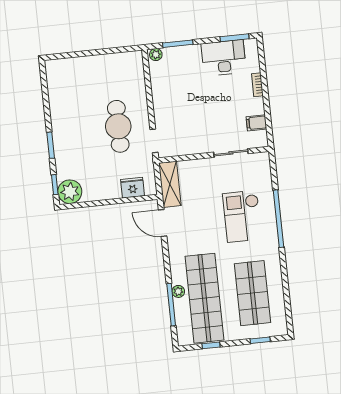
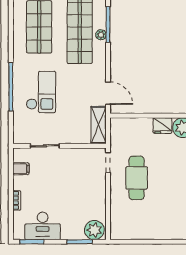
plant: (156, 55) -> (94, 230), width x1.88, depth x1.88
fridge: (133, 188) -> (162, 126), moved

